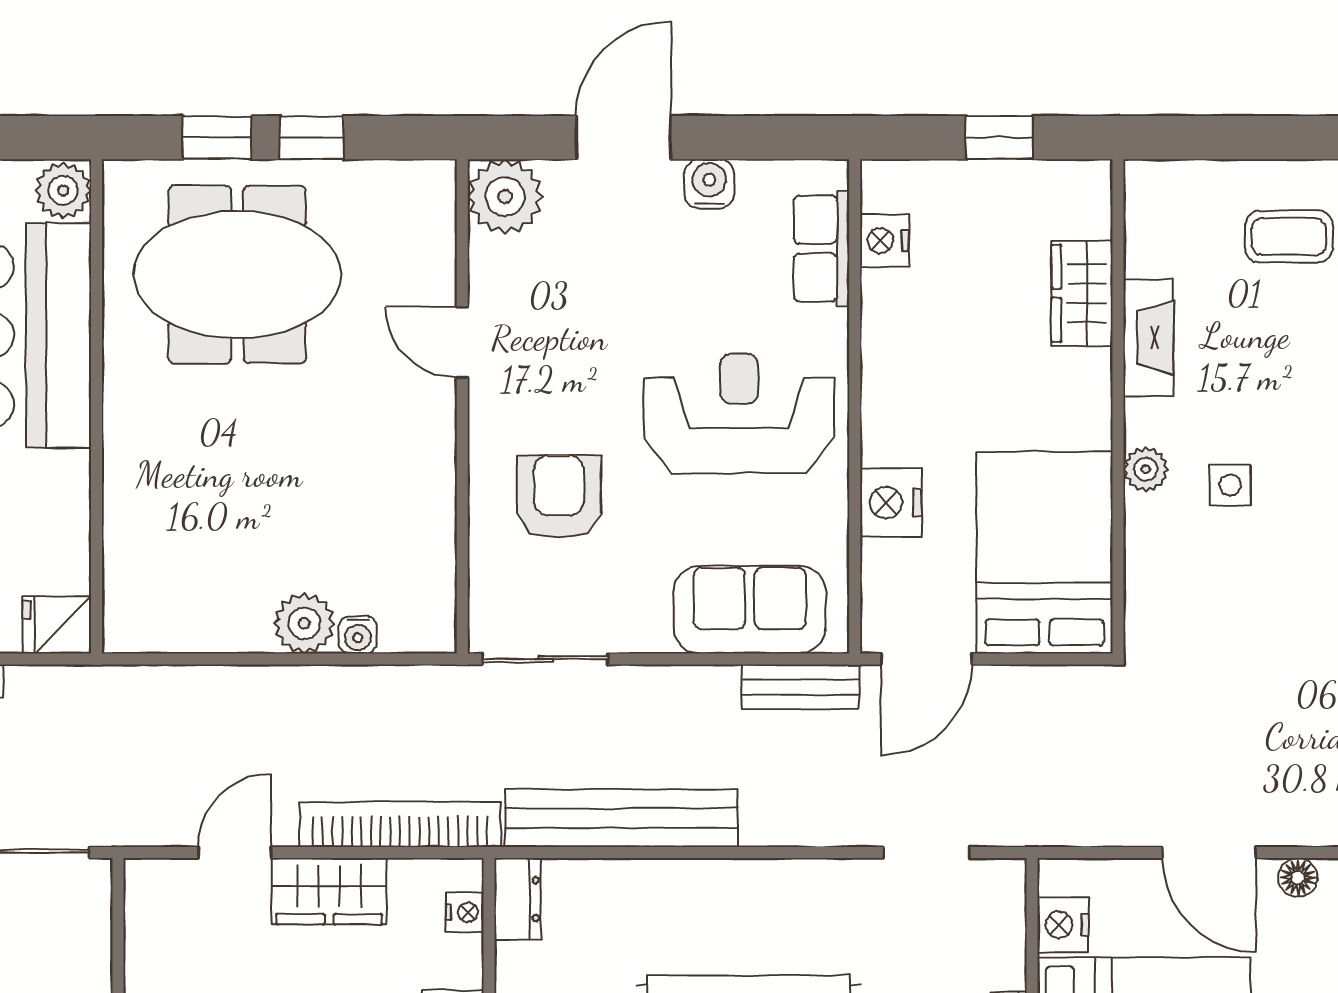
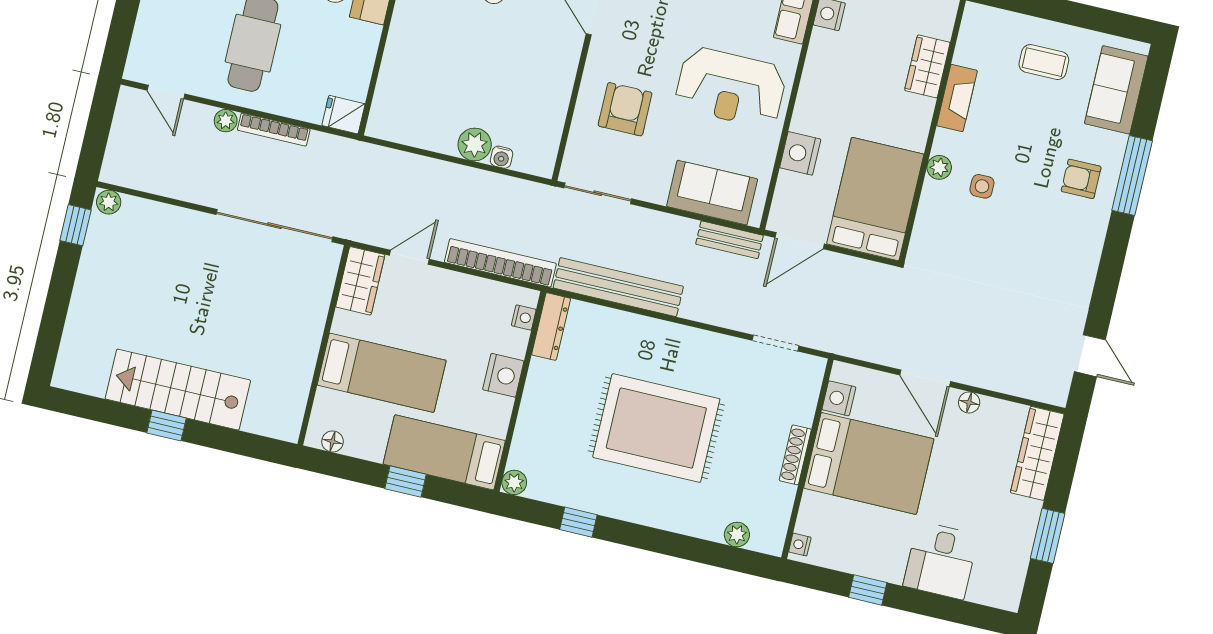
reception desk: (739, 414) -> (731, 87), turned 180
wardrobe: (329, 891) -> (360, 281), moved, turned -90
dresser: (518, 899) -> (551, 327), width x1.44

